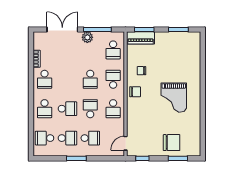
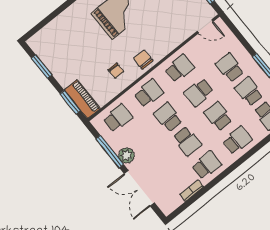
school desk: (67, 79) -> (187, 141), added
school desk: (90, 79) -> (168, 117), turned -90
school desk: (113, 79) -> (149, 93), turned 180

